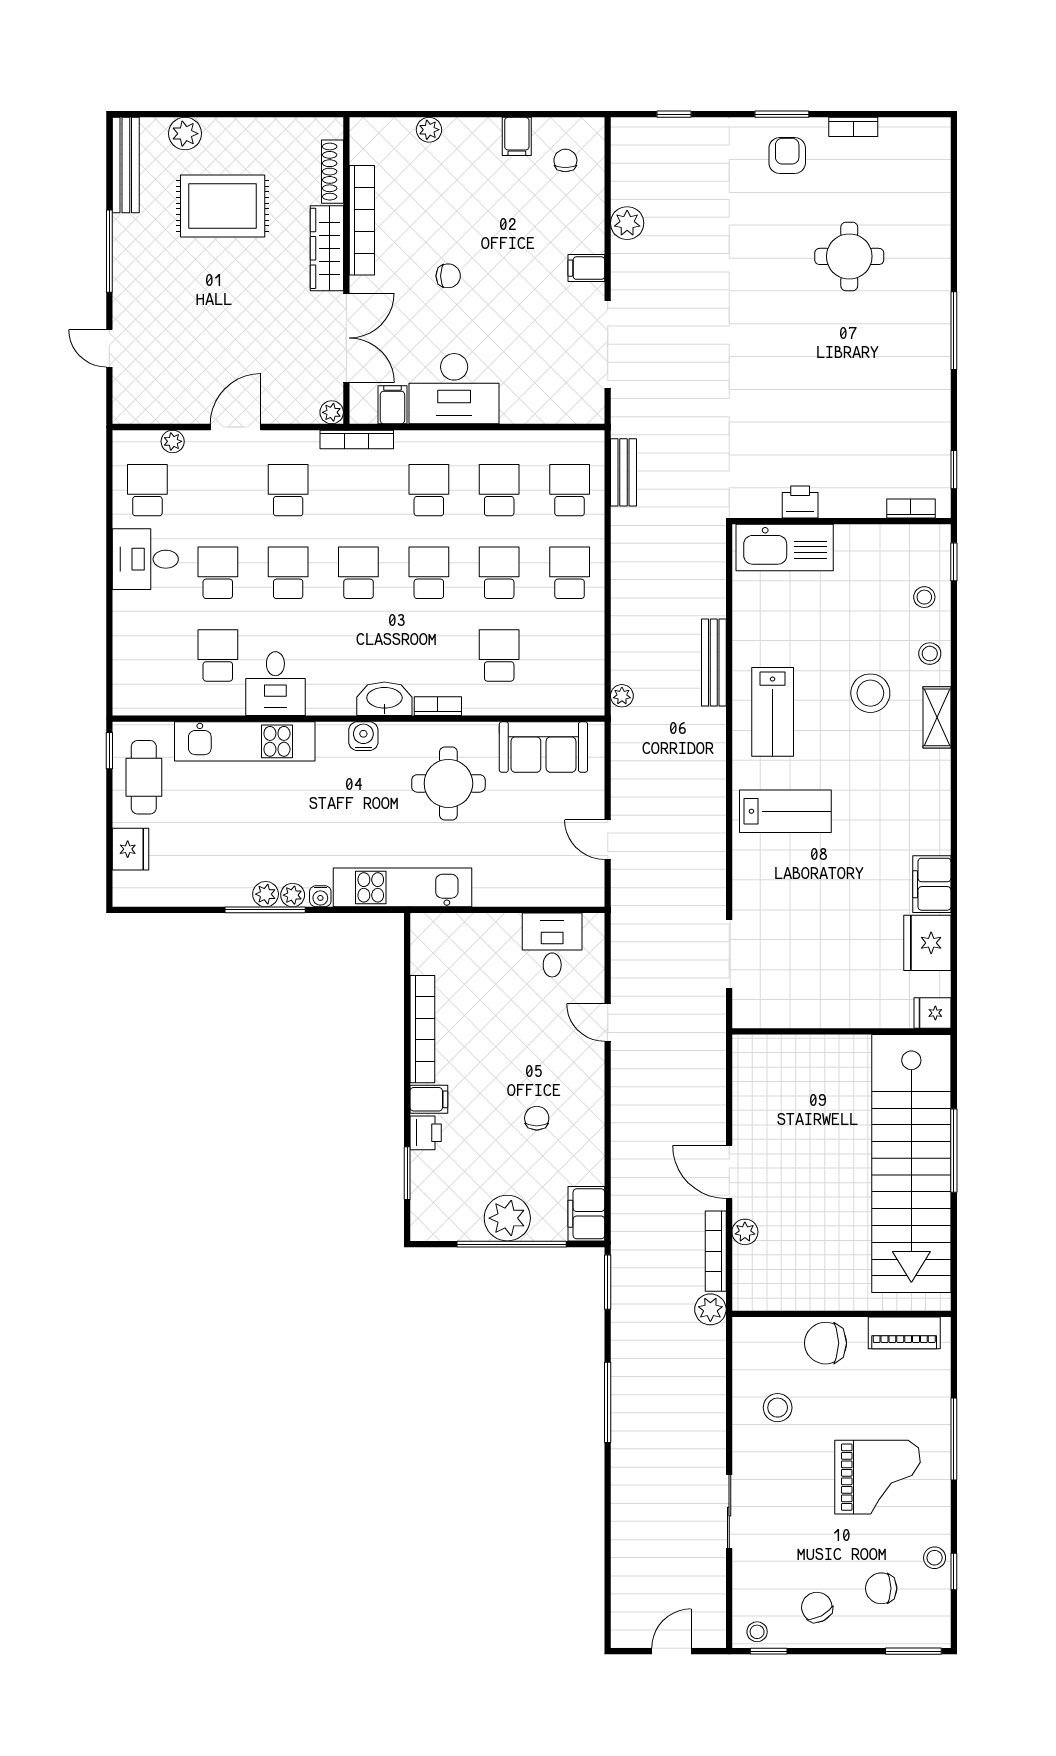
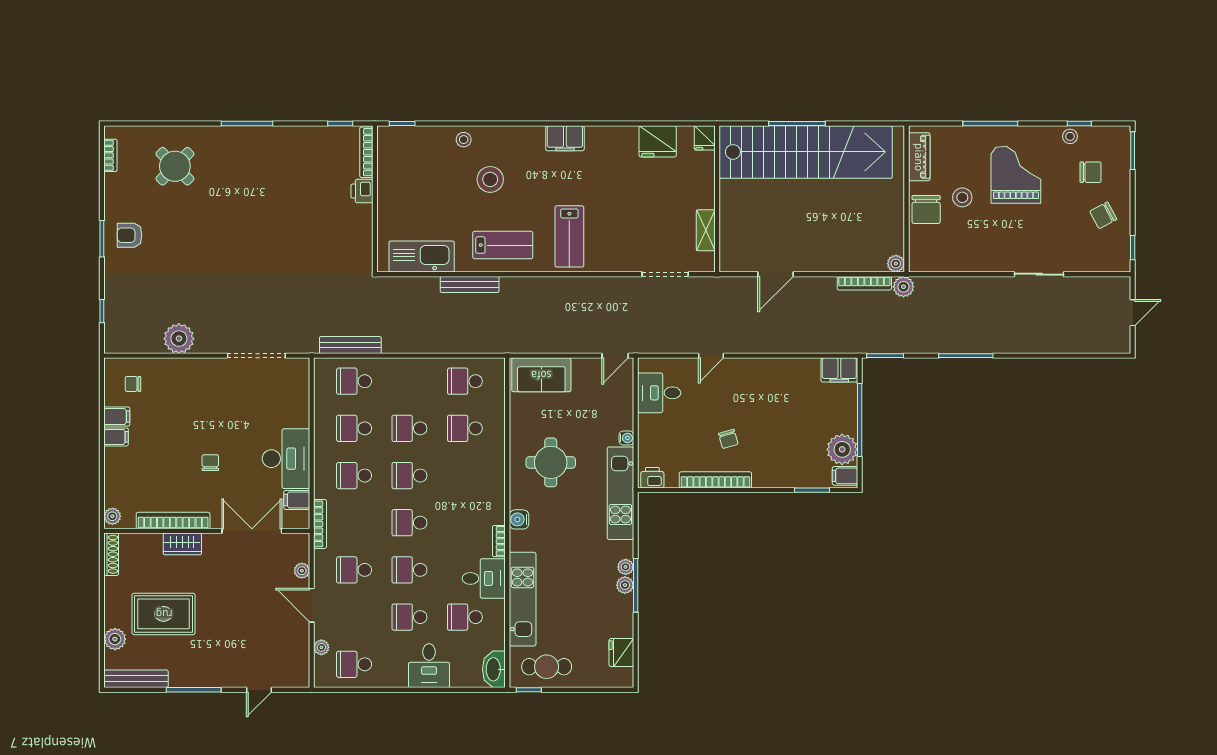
bookcase: (853, 127) -> (110, 155), moved
plant: (429, 130) -> (112, 516), moved
shoe rack: (333, 172) -> (111, 554), moved, turned -90
rug: (223, 206) -> (164, 614), turned 90
plant: (627, 223) -> (179, 339), width x1.36, depth x1.36
wardrobe: (327, 248) -> (182, 544), width x0.67
round table: (849, 256) -> (175, 166), moved, turned 45
filing cabinet: (586, 268) -> (116, 437), moved, turned -90
plant: (332, 412) -> (302, 571), moved
bench: (623, 472) -> (350, 345), width x1.36
printer: (800, 502) -> (362, 191), moved
bookcase: (911, 508) -> (366, 152), width x1.56
kitchen sink: (785, 547) -> (422, 257), moved, turned -90
desk: (145, 559) -> (429, 666), moved
school desk: (570, 573) -> (465, 381), moved
stool: (924, 597) -> (426, 143), removed
plant: (622, 696) -> (492, 346), removed
washbasin: (384, 699) -> (494, 669), moved
bookcase: (438, 706) -> (499, 541), moved
shelving: (937, 717) -> (706, 230), moved, turned 90
sofa: (543, 747) -> (541, 375), moved, turned 90
lab bench: (785, 811) -> (569, 236), turned 180
door: (608, 840) -> (615, 356), moved
fridge: (131, 849) -> (621, 653), moved, turned -90
filing cabinet: (932, 884) -> (565, 138), moved
water cooler: (320, 896) -> (626, 438), moved
filing cabinet: (429, 1099) -> (845, 476), moved, turned -90
chair: (537, 1118) -> (728, 439), moved, turned -106
printer: (426, 1133) -> (652, 478), moved
door: (729, 1172) -> (776, 274), moved
plant: (507, 1218) -> (842, 449), moved
plant: (745, 1232) -> (896, 264), moved
stool: (778, 1408) -> (962, 197), moved
chair: (881, 1588) -> (1091, 172), turned -90
stool: (757, 1632) -> (1120, 255), removed
door: (672, 1651) -> (1133, 313), swing flipped

